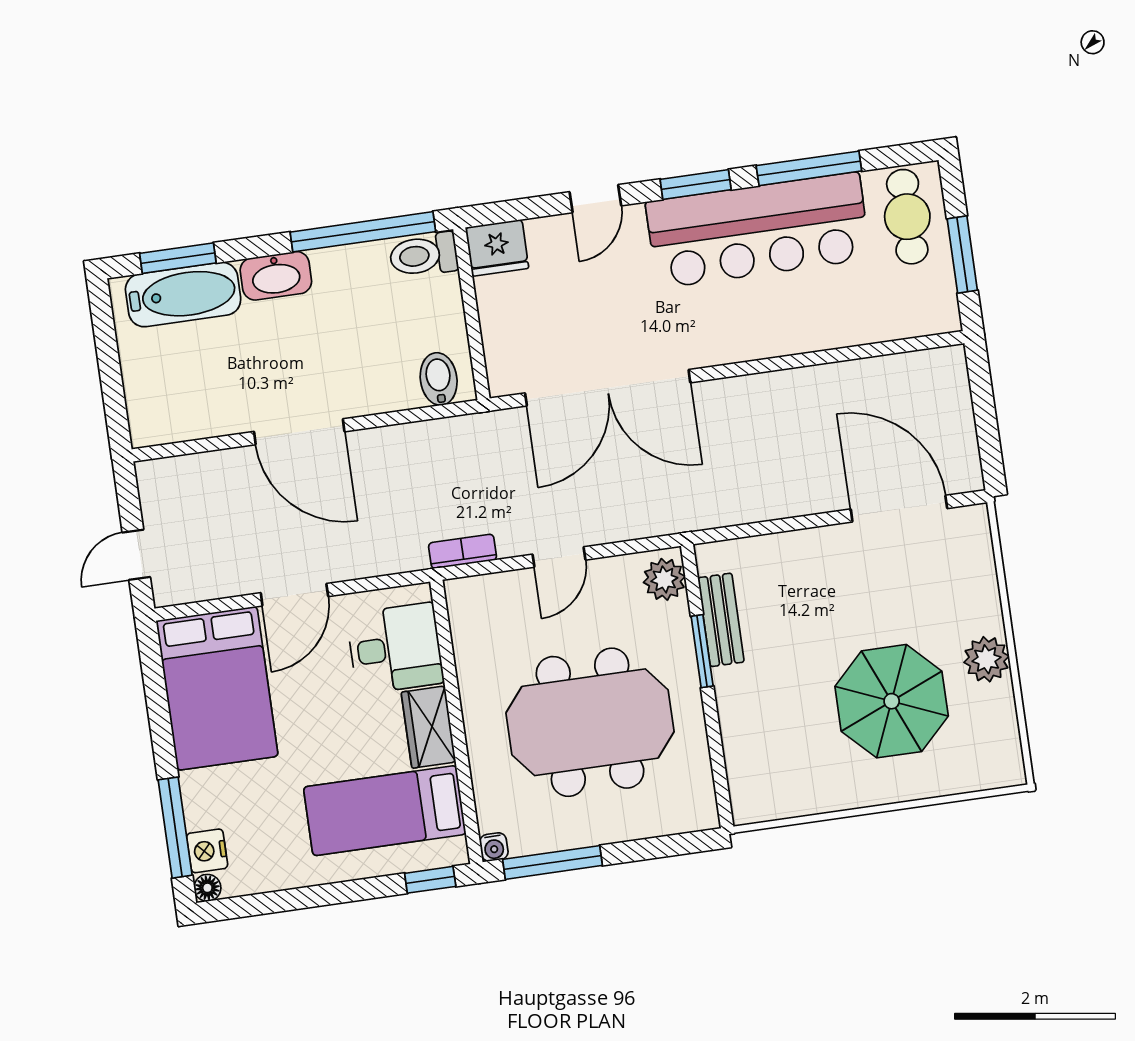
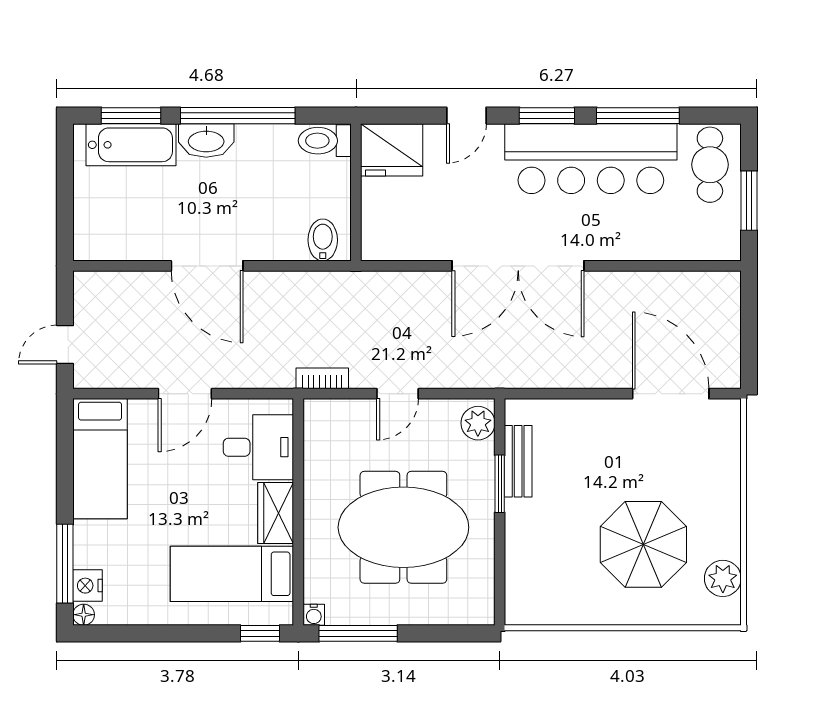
window: (363, 232) -> (238, 116), moved
fridge: (497, 248) -> (392, 150), width x1.36, depth x1.34
double door: (608, 388) -> (518, 266), moved
plant: (987, 659) -> (723, 578), moved
bed: (217, 688) -> (100, 459), width x0.67

